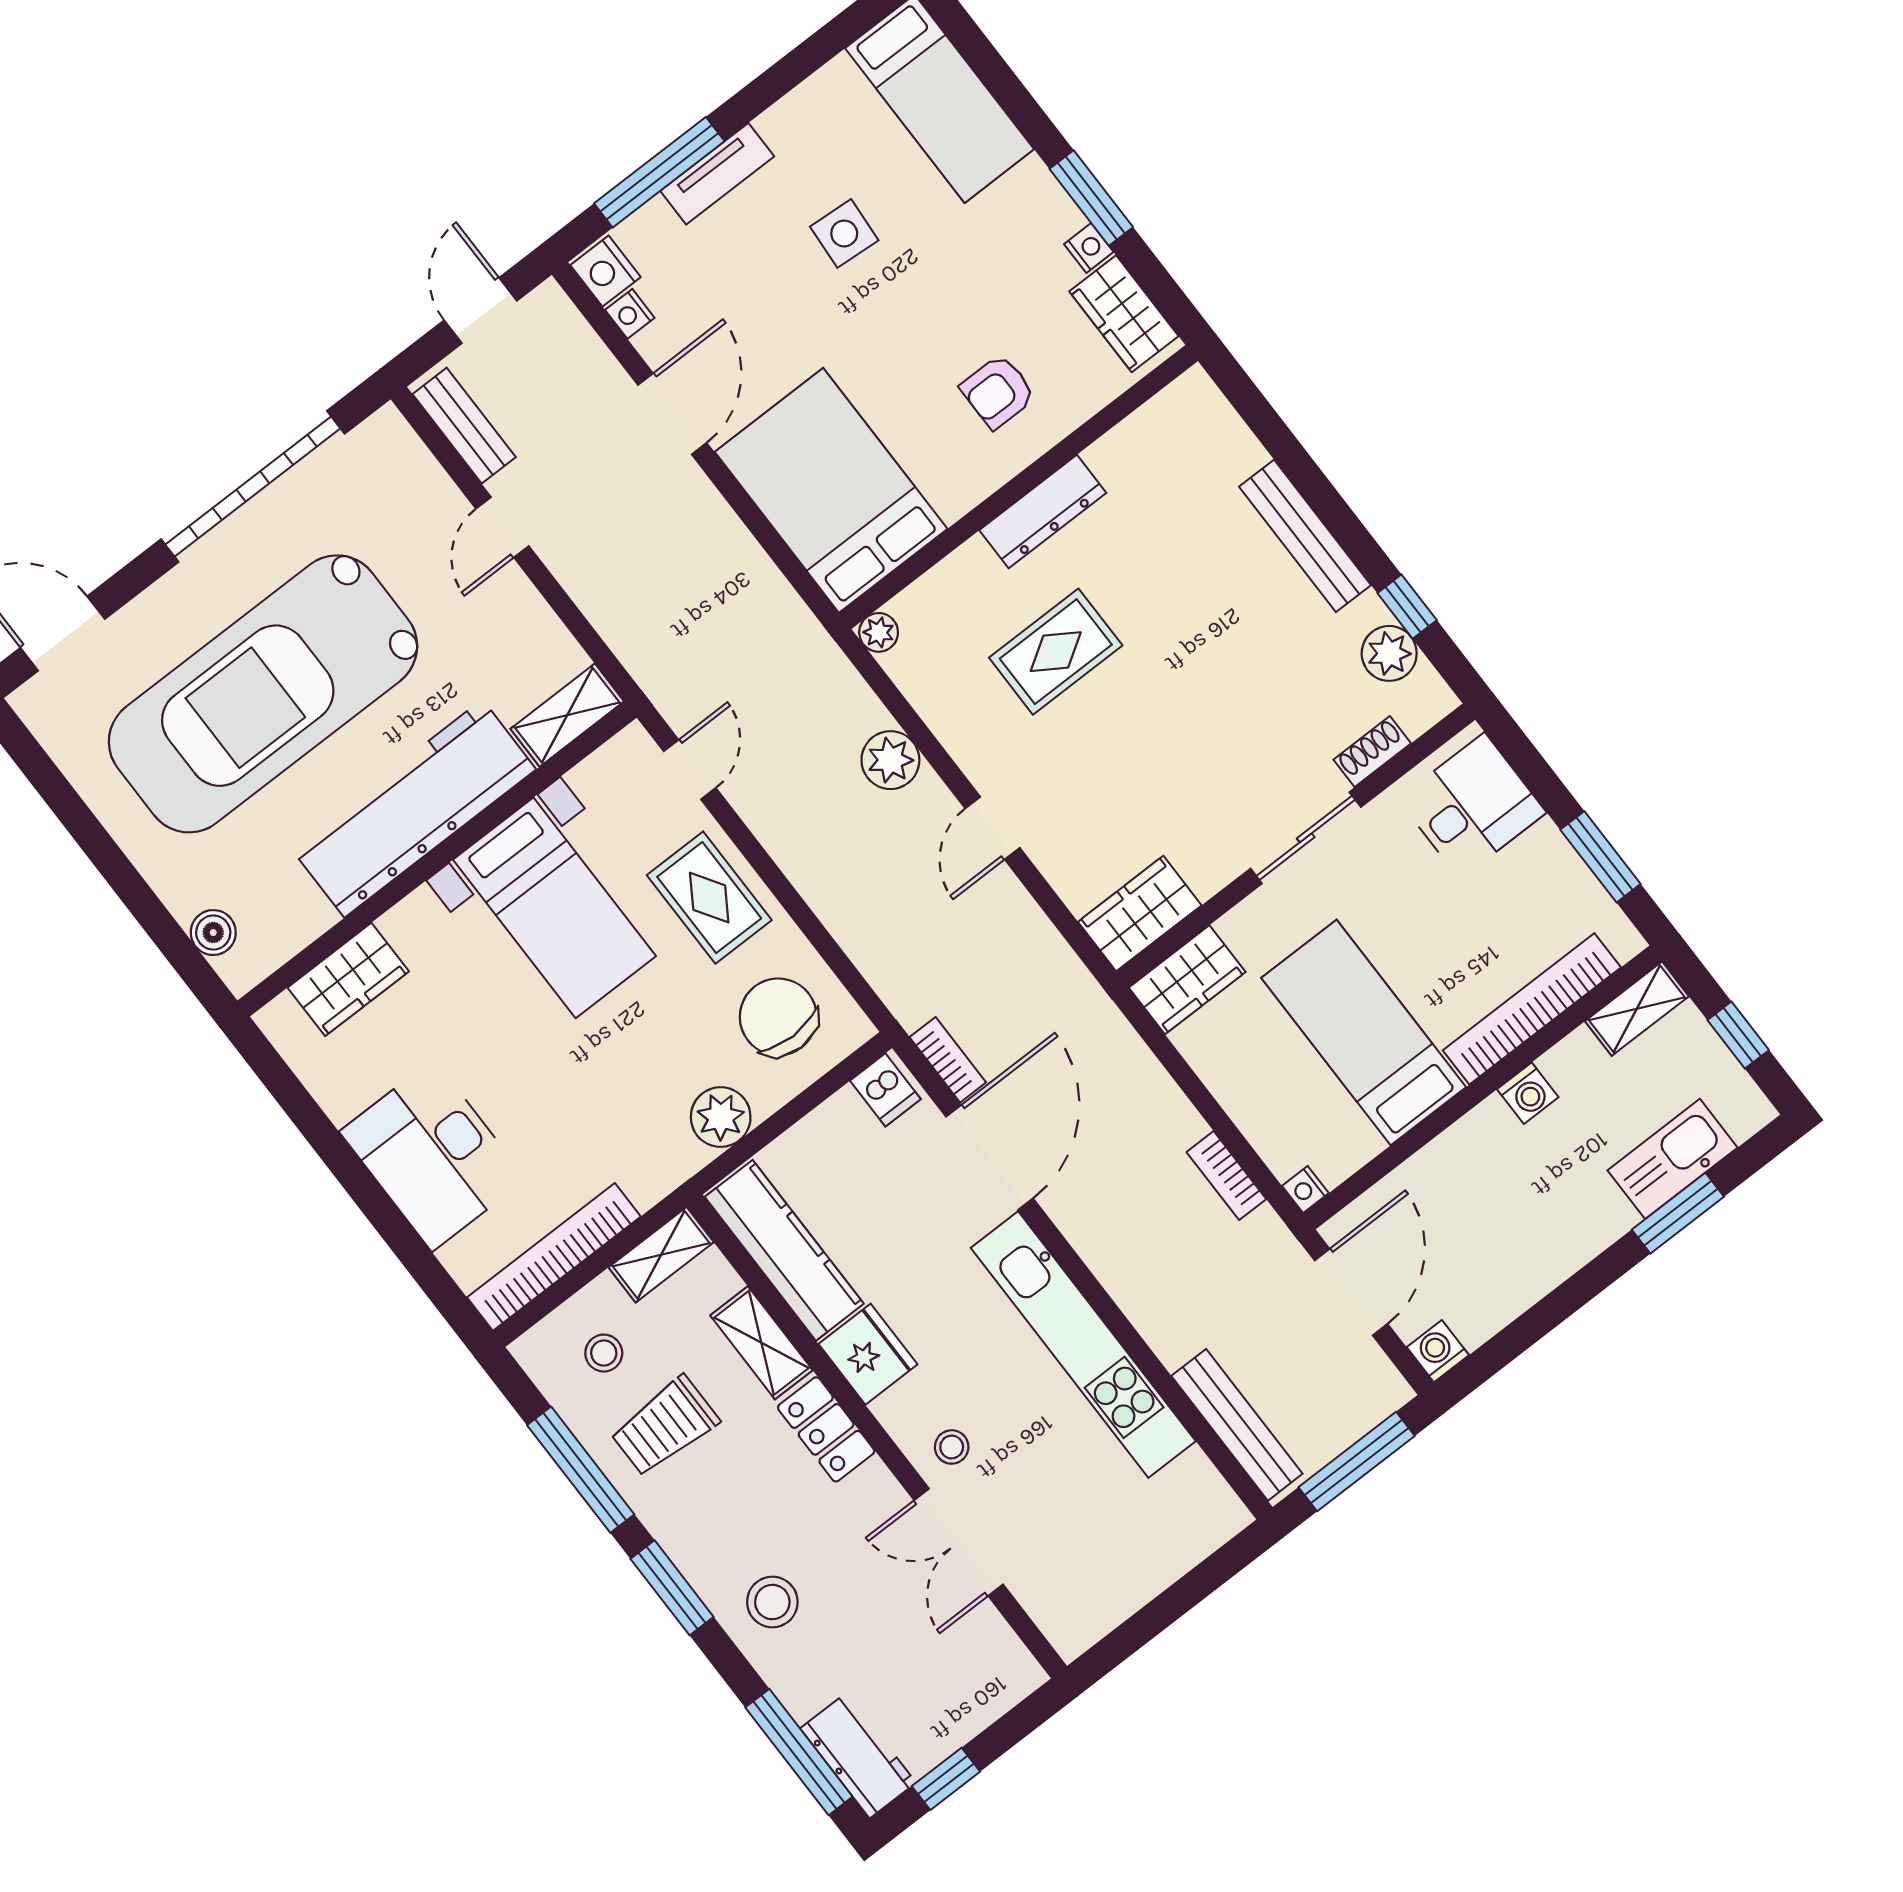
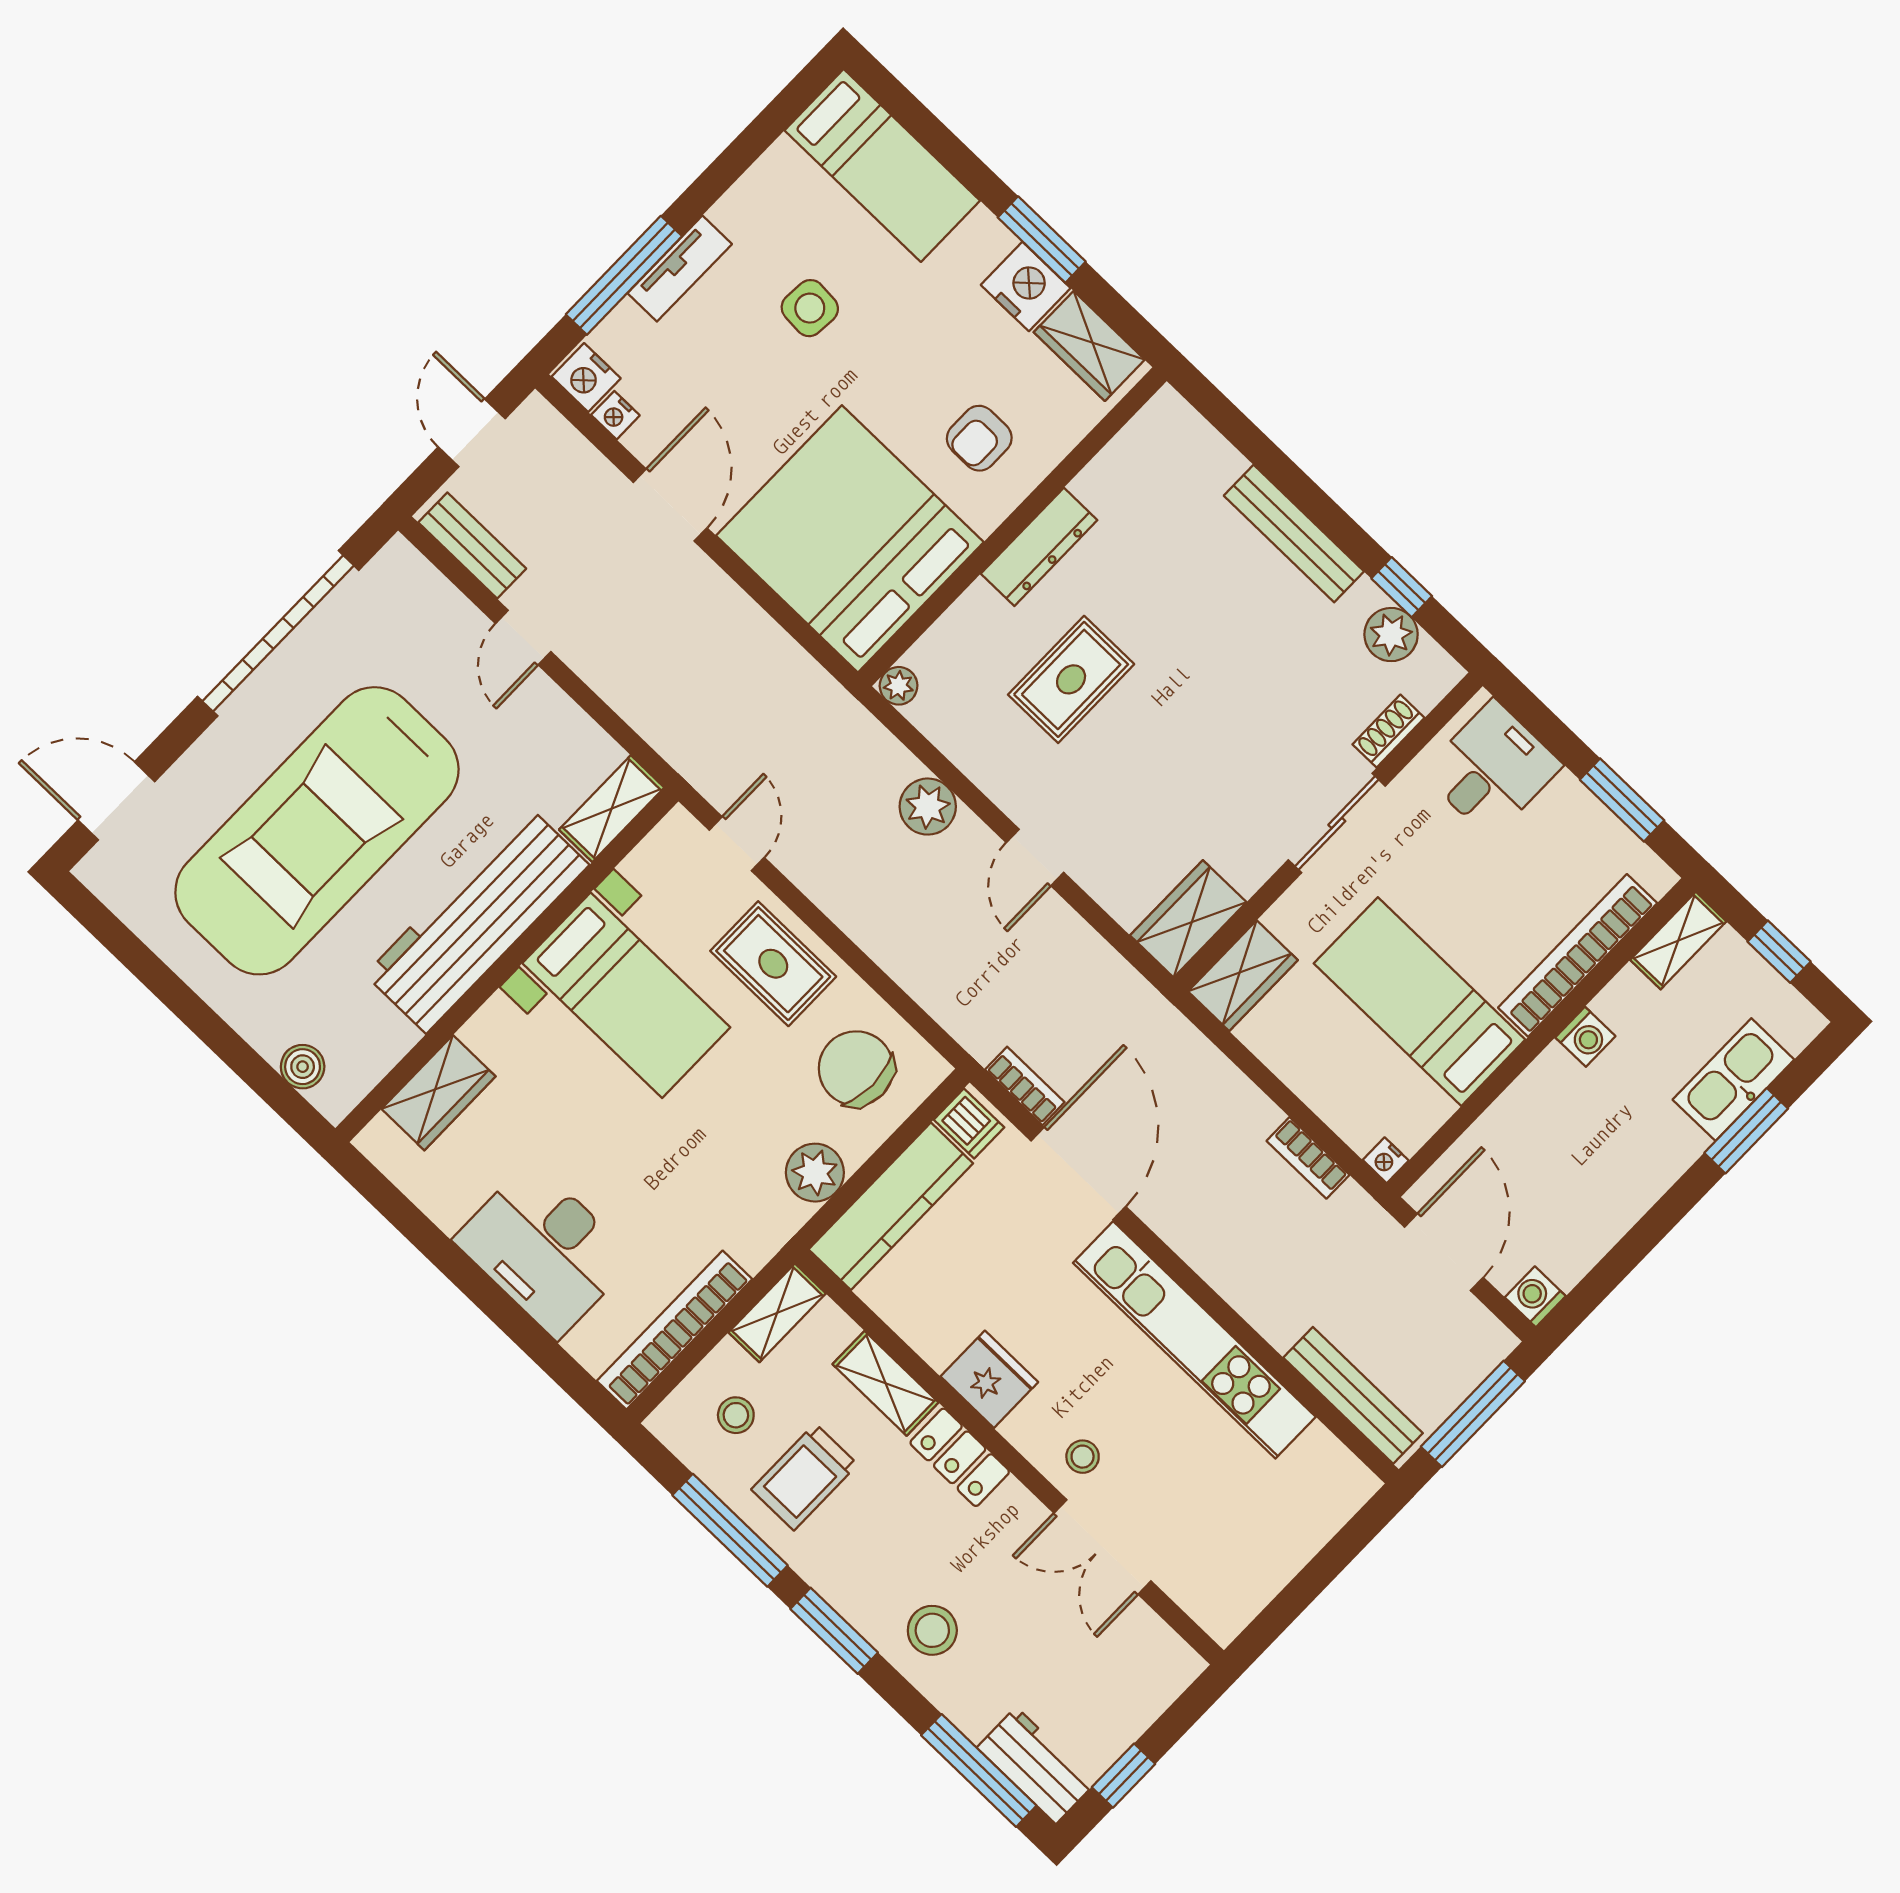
nightstand: (1089, 248) -> (1026, 286), width x1.89, depth x1.79
bed: (831, 490) -> (850, 539), width x1.36
kitchen counter: (784, 1250) -> (891, 1206), moved, turned 90

